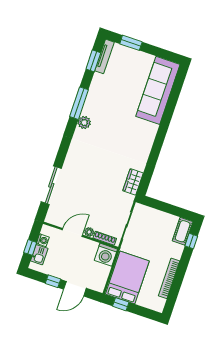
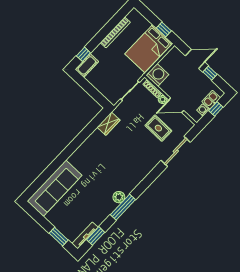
plant: (84, 123) -> (119, 197), moved
rug: (80, 201) -> (158, 128), added

